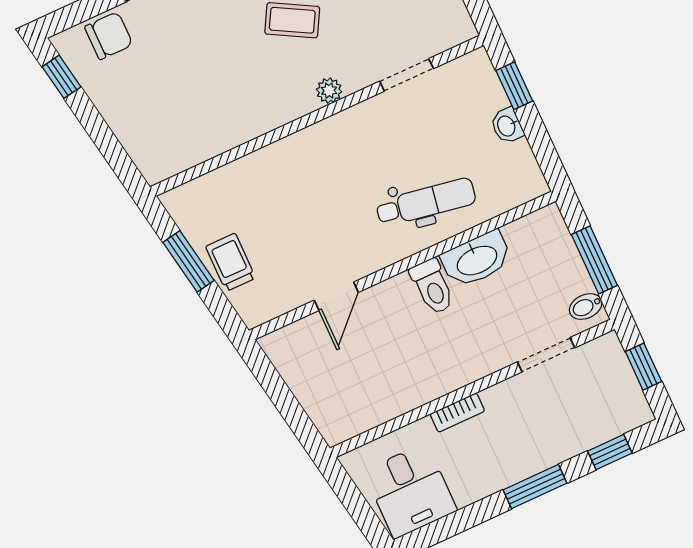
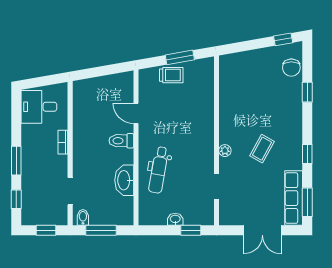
toilet: (432, 287) -> (121, 141), moved

